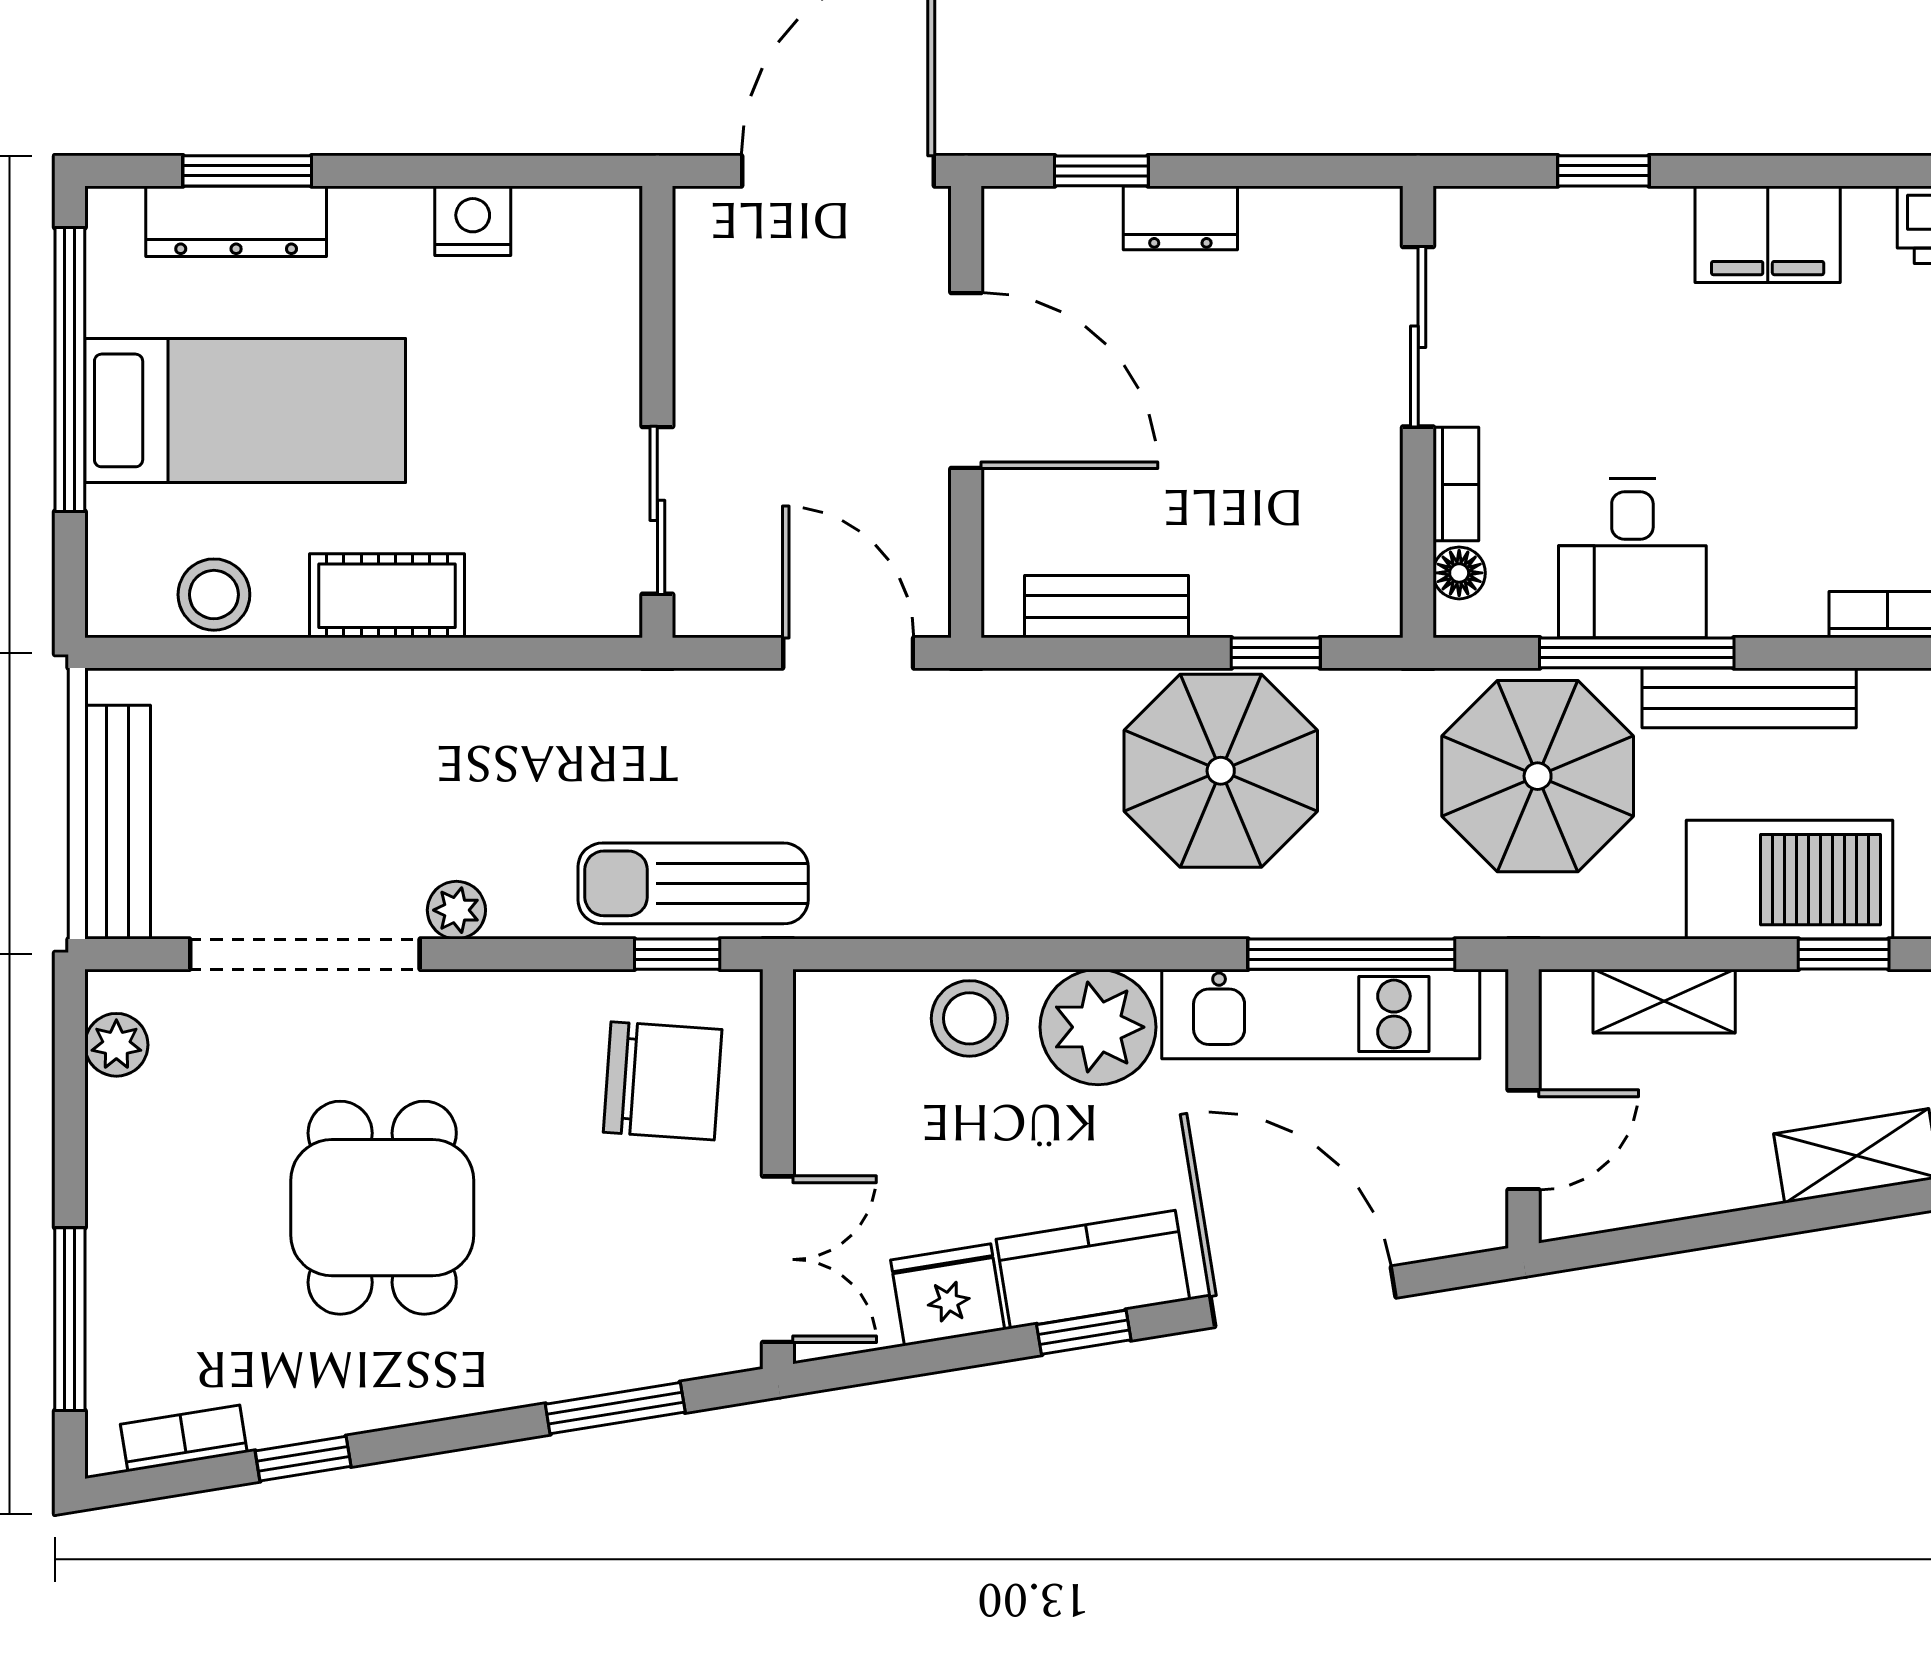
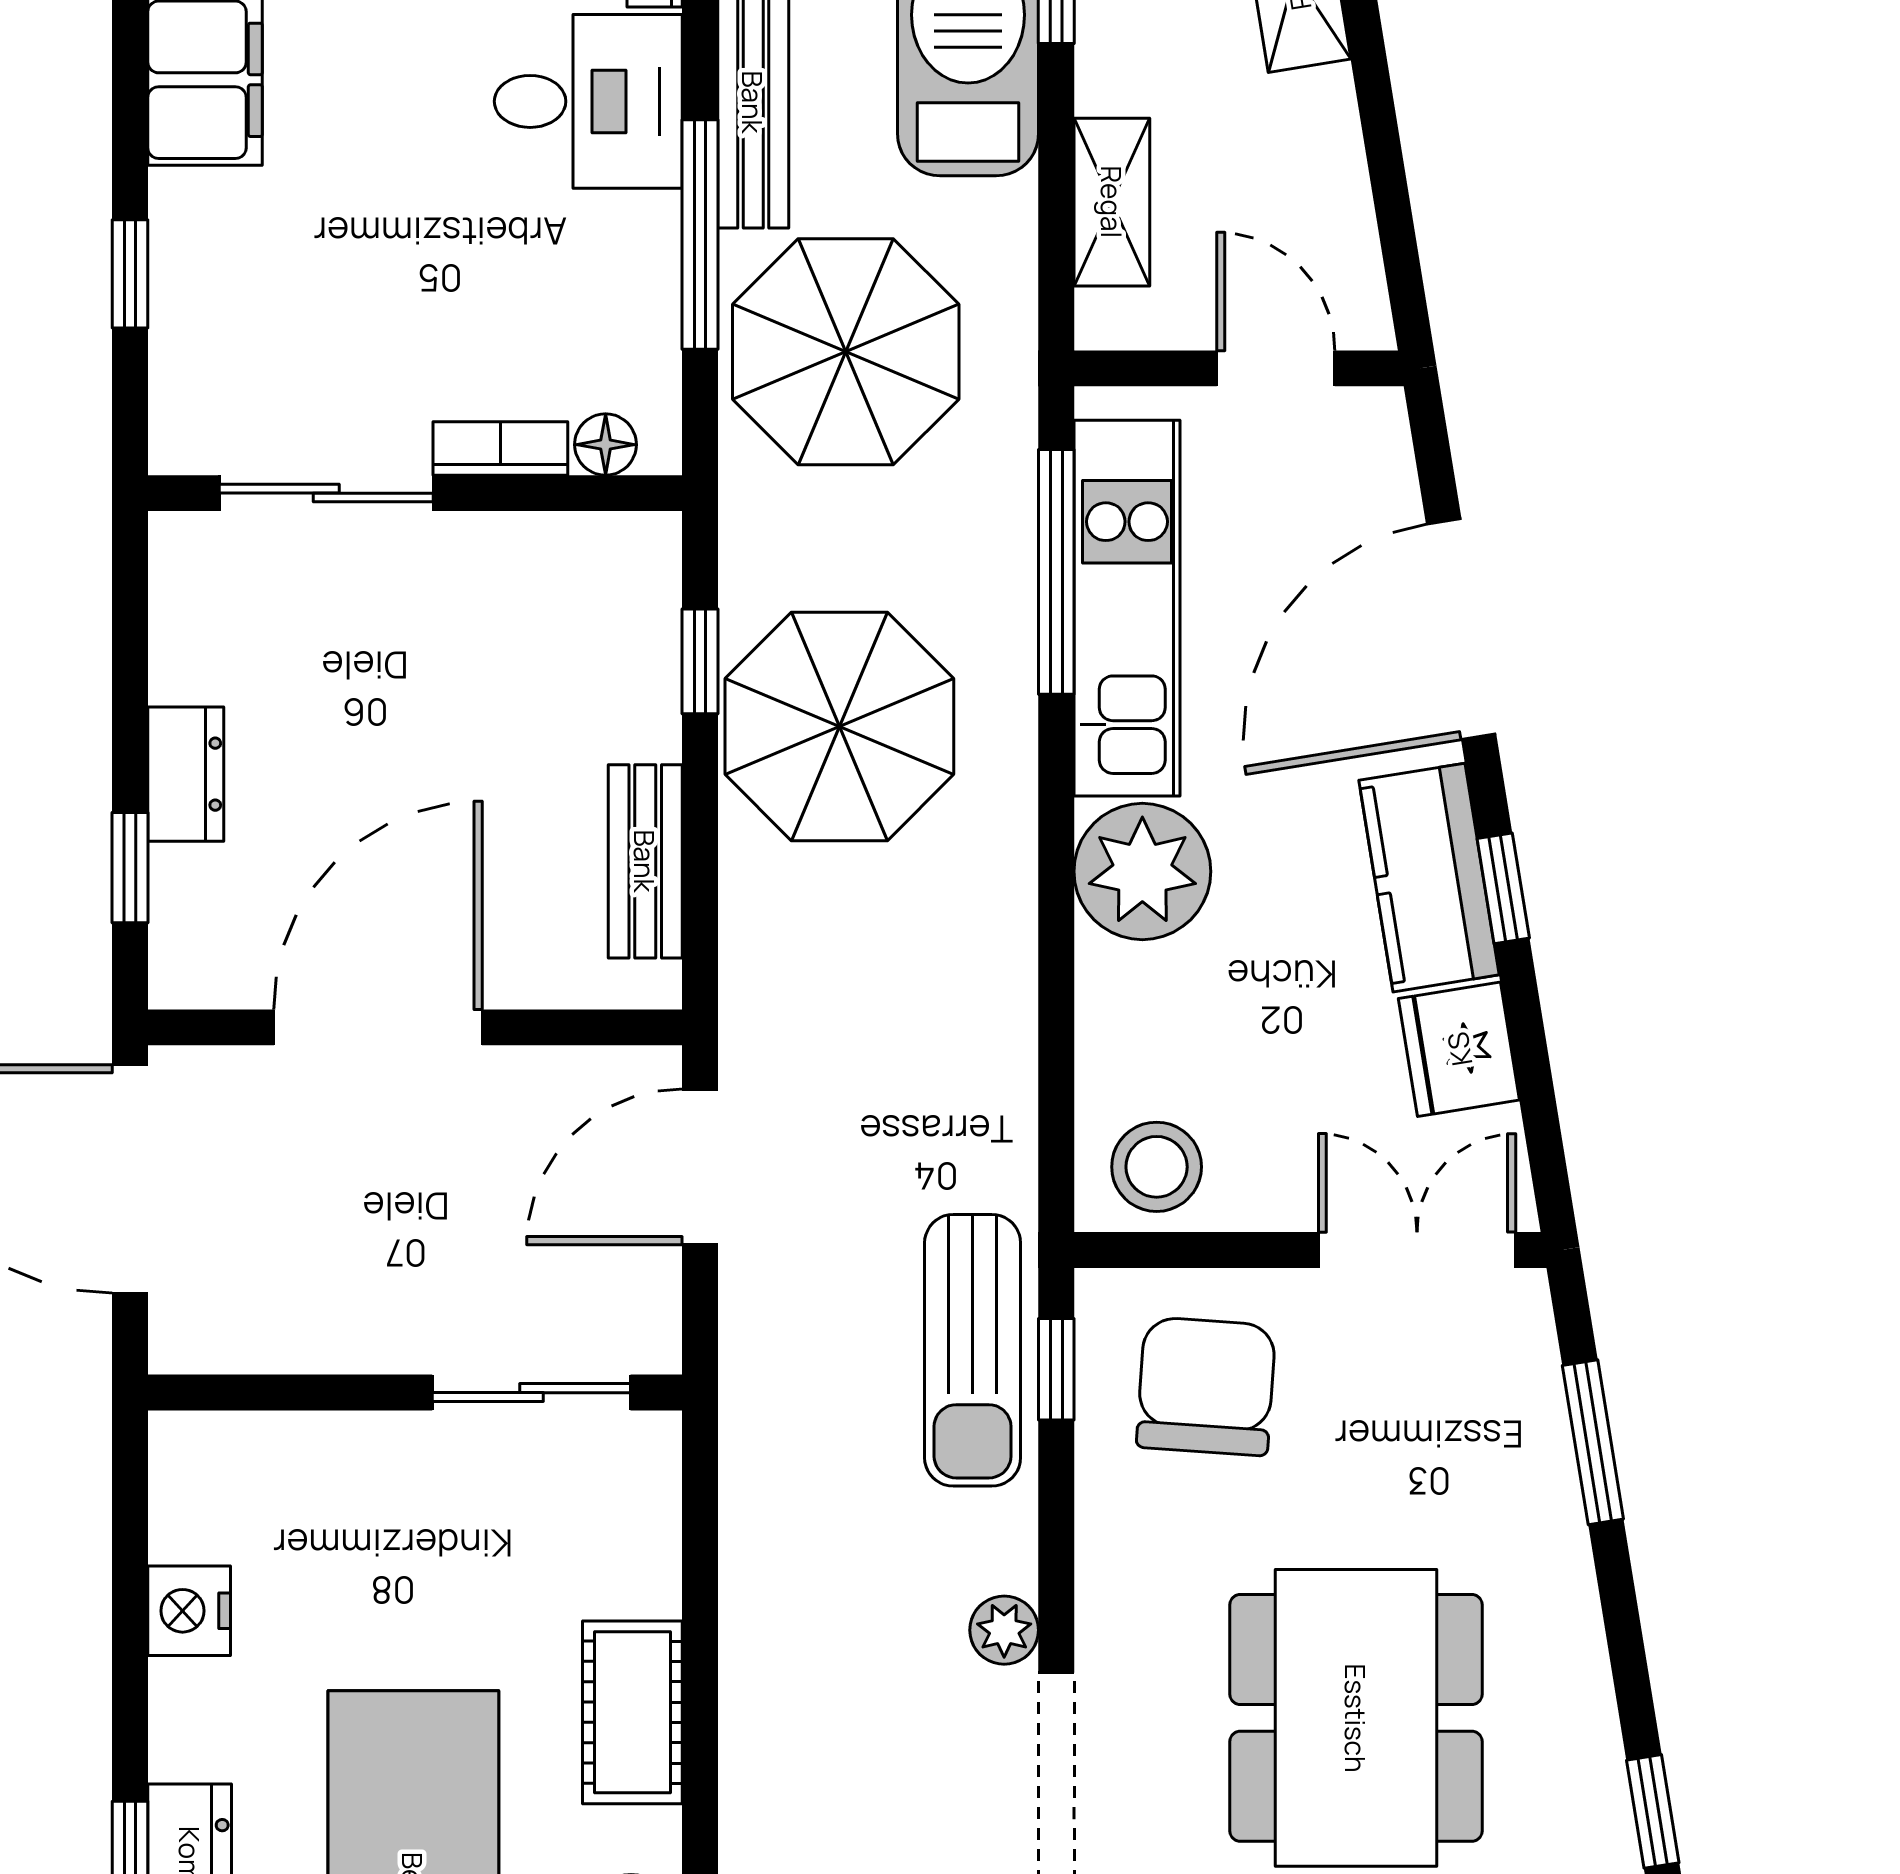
desk: (1632, 558) -> (588, 101), moved
stool: (969, 1018) -> (1157, 1167), moved
dining table: (382, 1208) -> (1356, 1718), width x1.37

